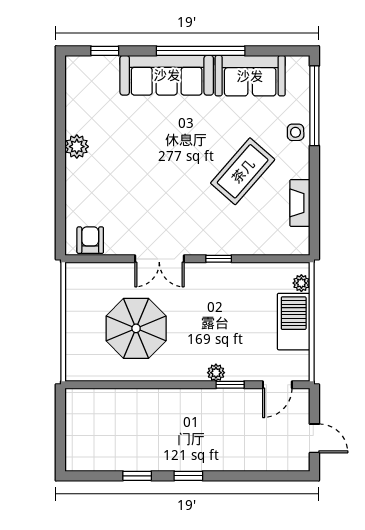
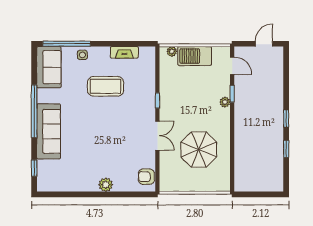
sofa: (250, 76) -> (49, 67), moved
plant: (77, 147) -> (106, 185), moved
coffee table: (243, 171) -> (106, 86), turned -41

